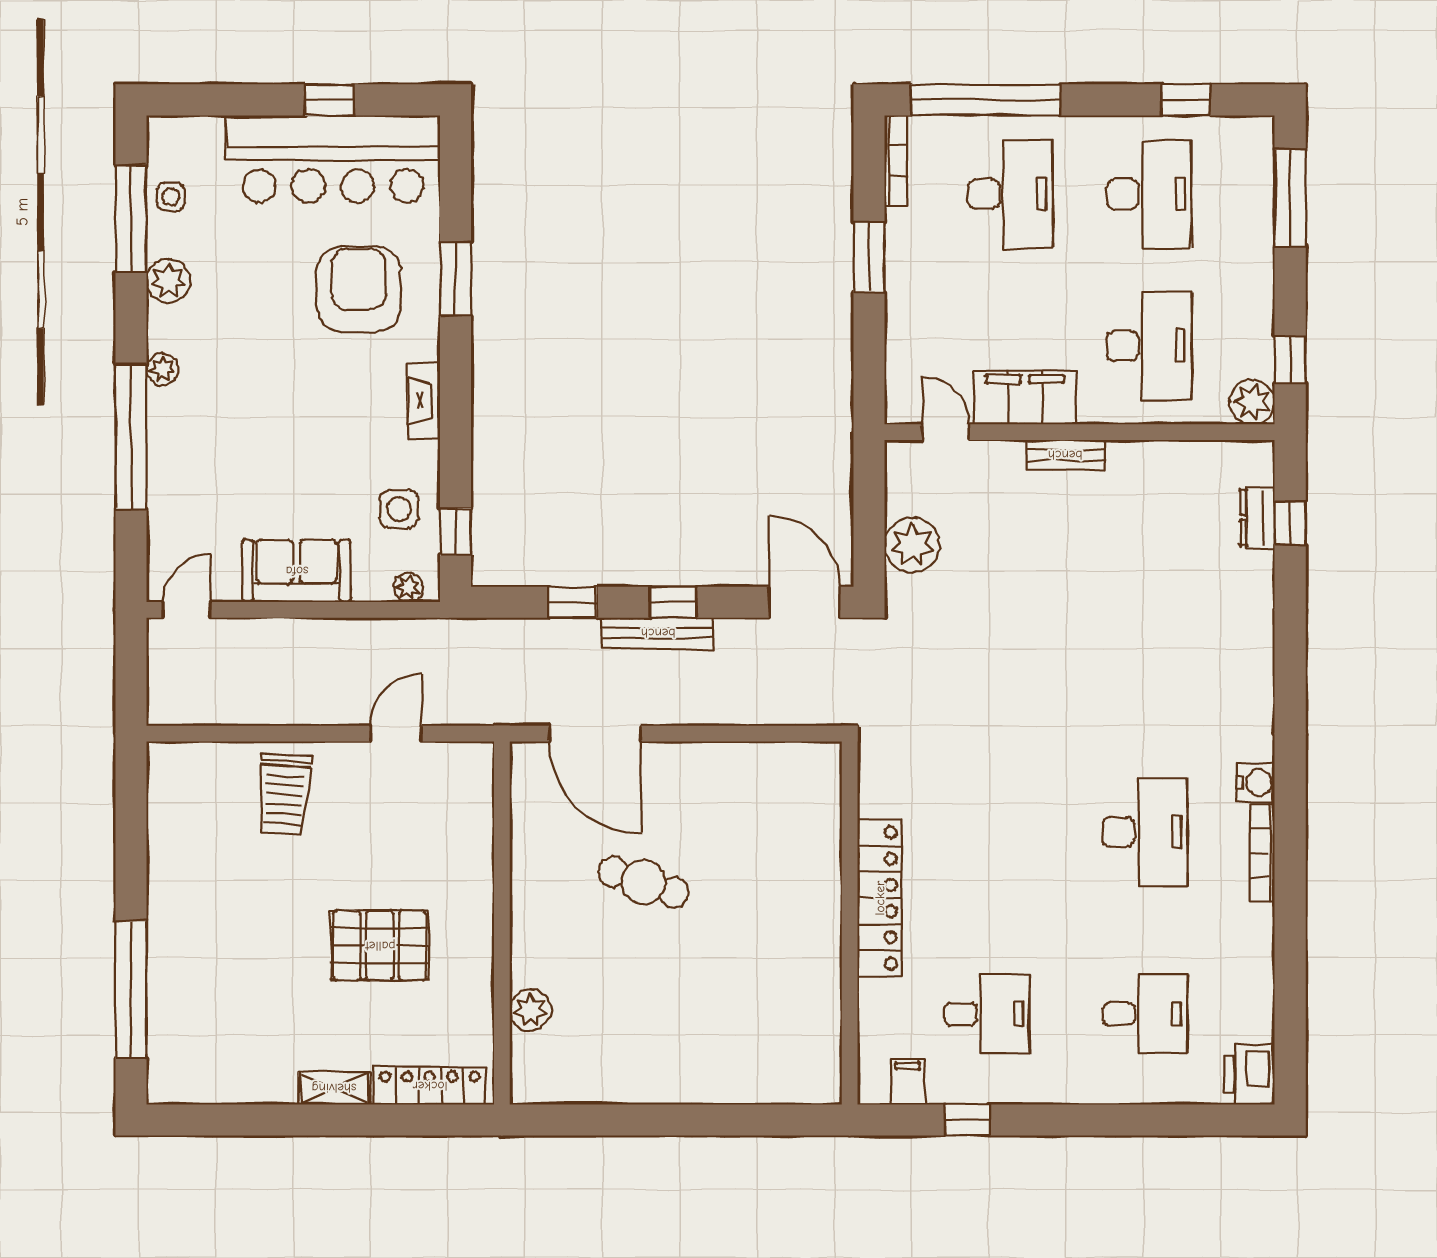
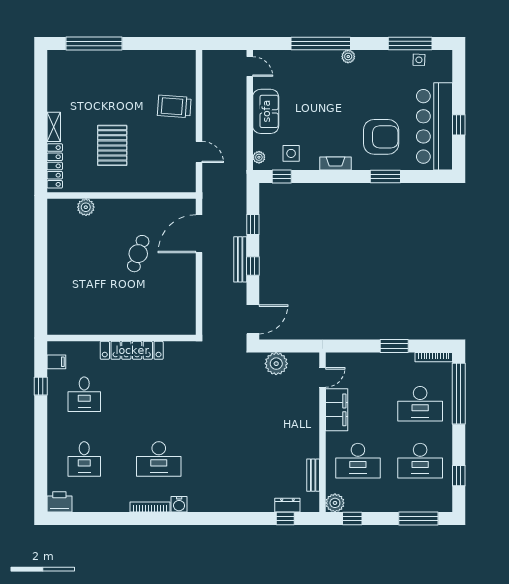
plant: (168, 281) -> (385, 59), removed
bench: (1065, 455) -> (313, 475), moved

